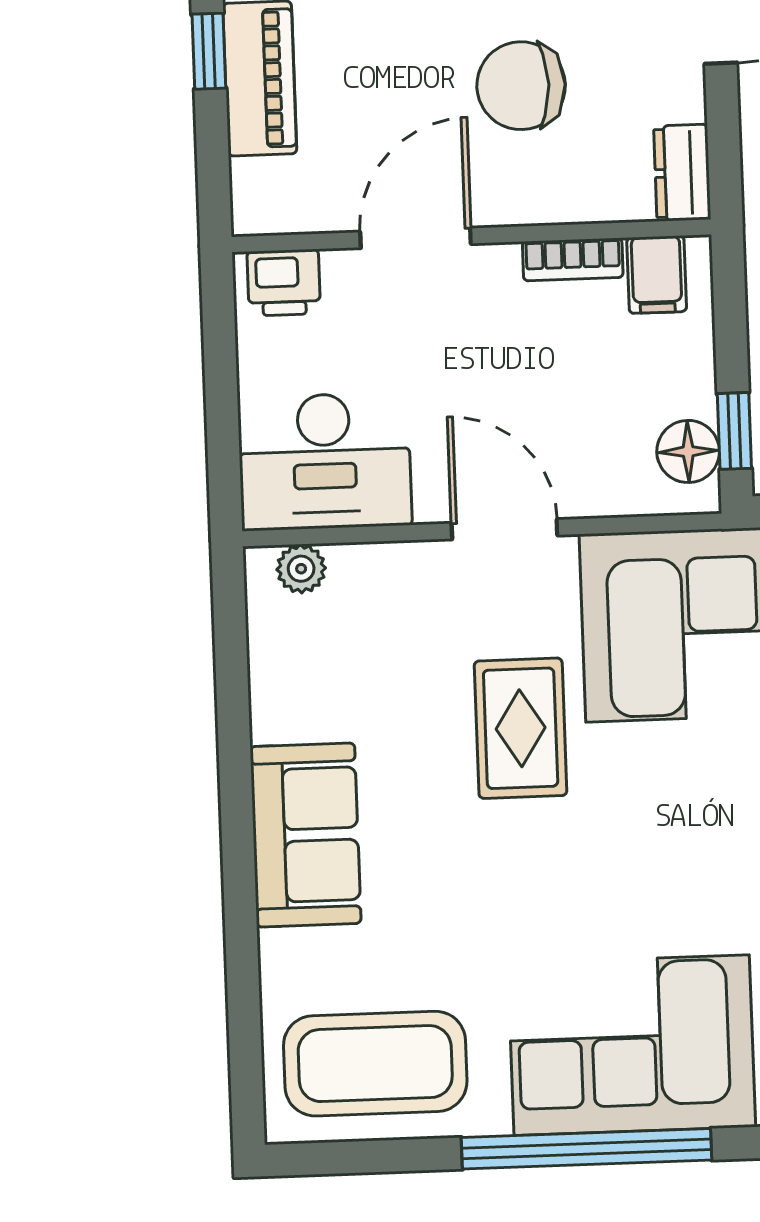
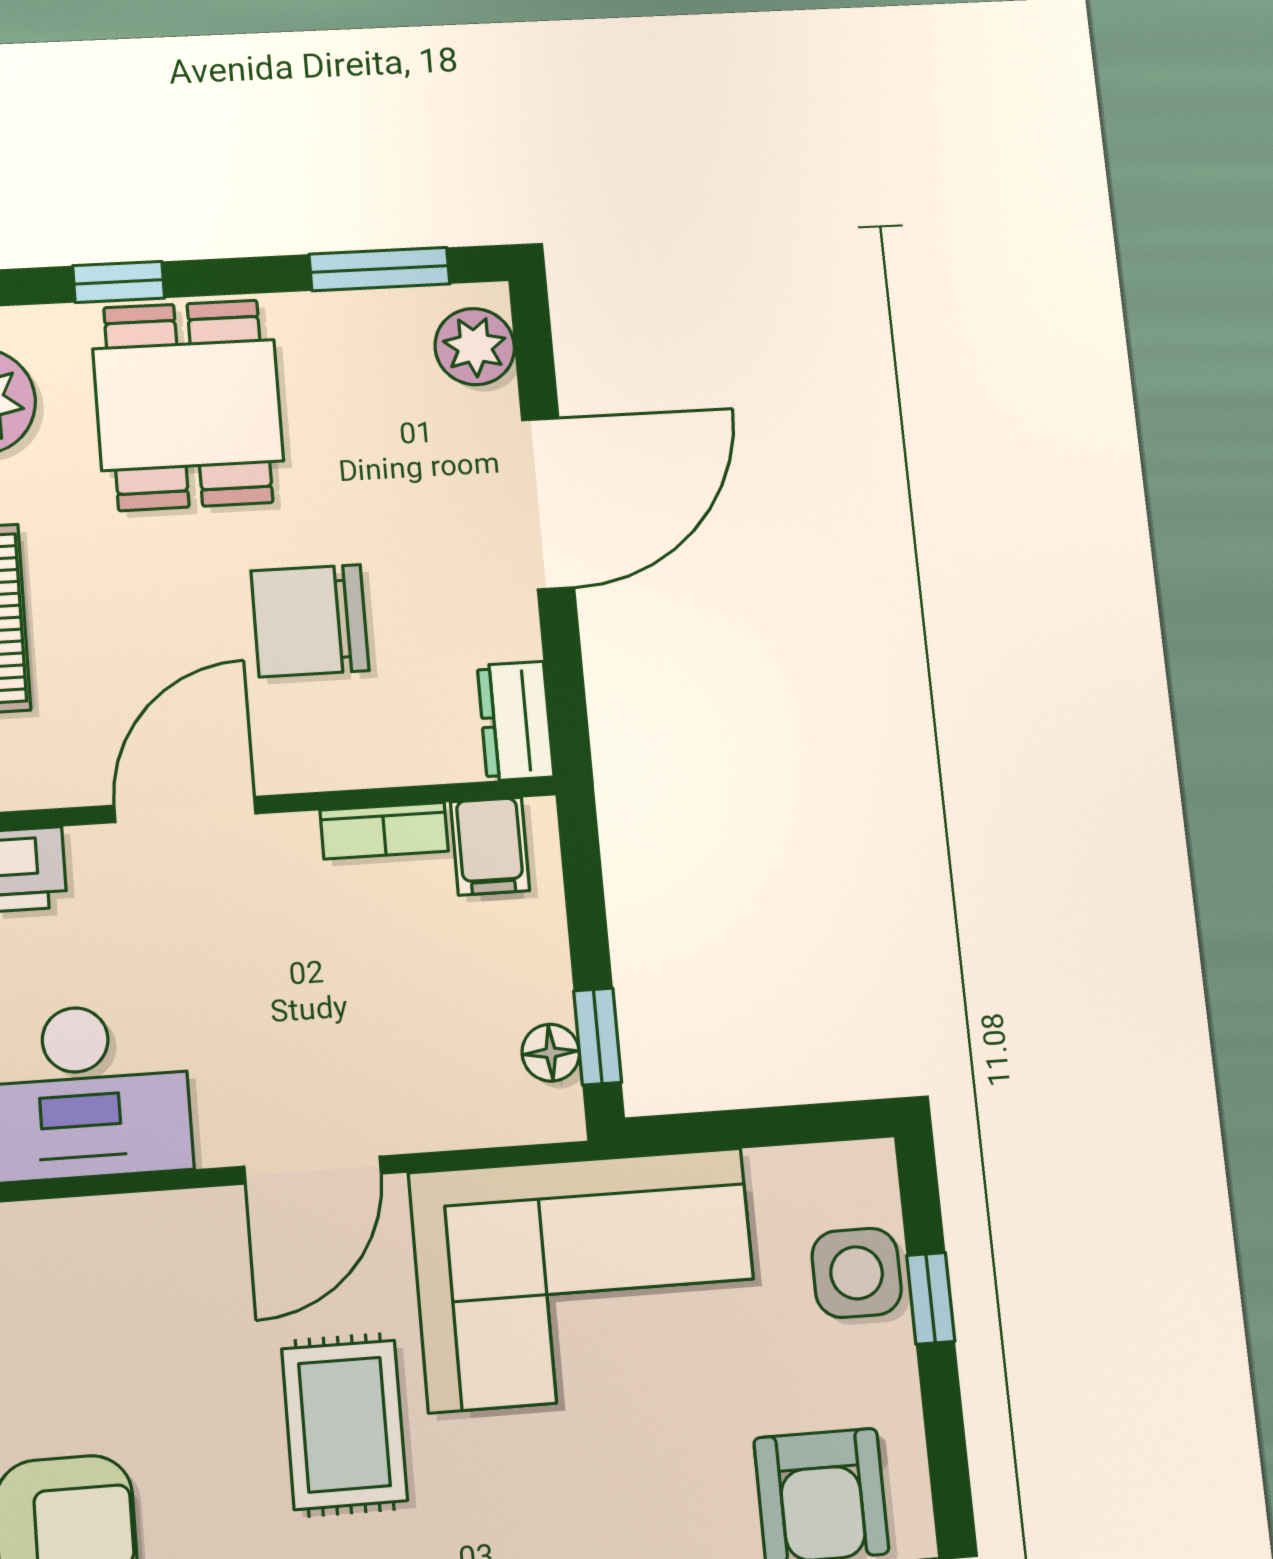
floor lamp: (688, 451) -> (551, 1053), width x0.73, depth x0.73
door: (504, 529) -> (313, 1170), swing flipped
plant: (301, 569) -> (53, 1230), removed

